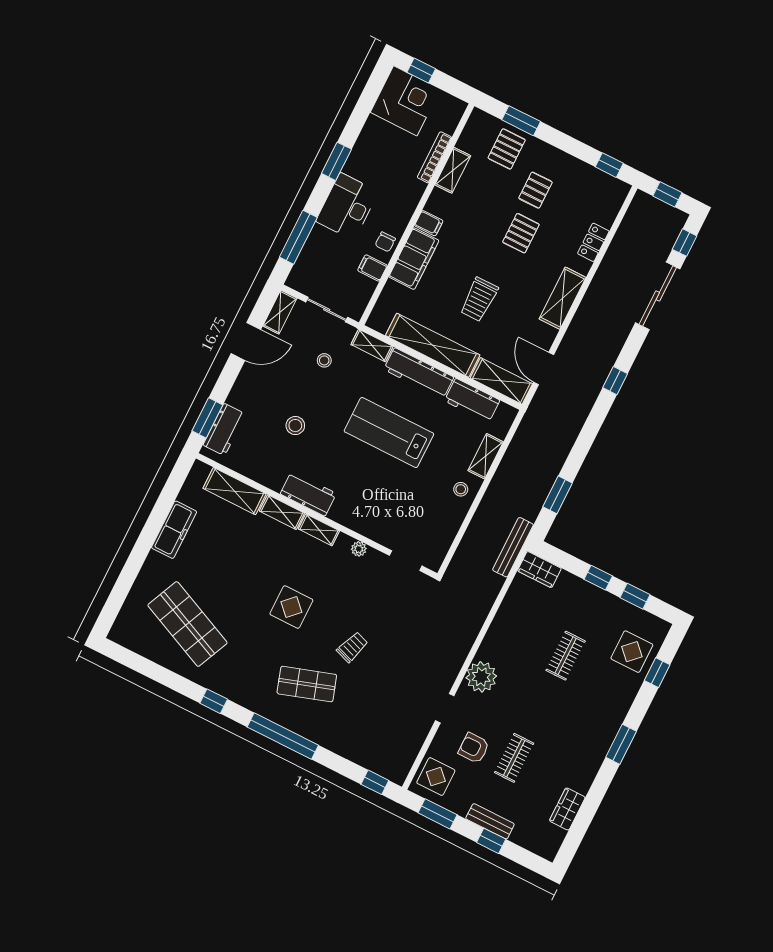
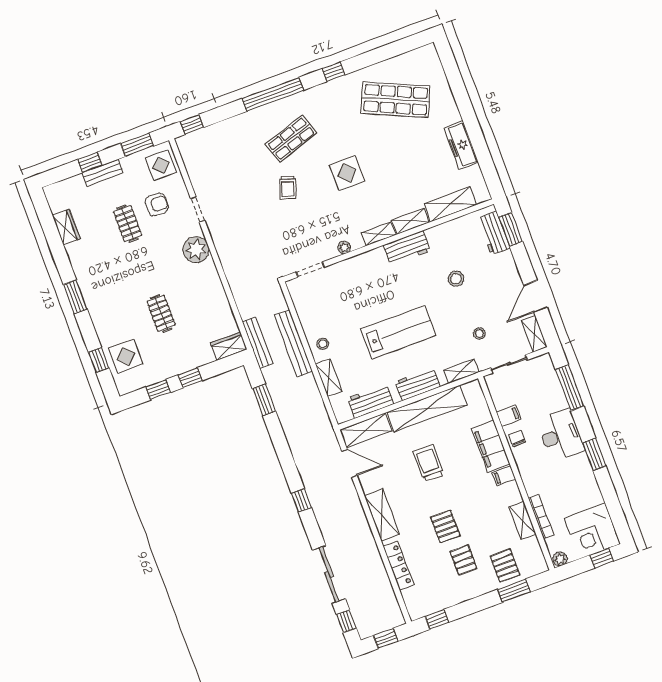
plant: (456, 106) -> (560, 559), added
locker: (593, 242) -> (398, 566), width x1.53
workbench: (419, 373) -> (418, 384), width x0.73
bench: (484, 516) -> (293, 343), added

